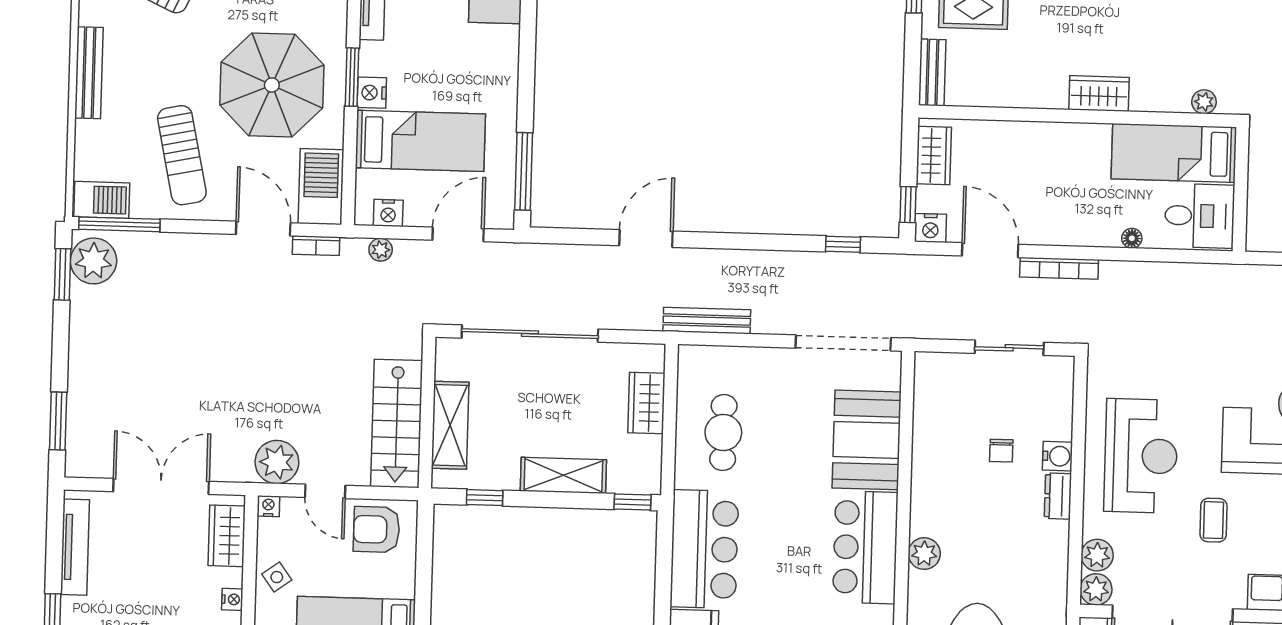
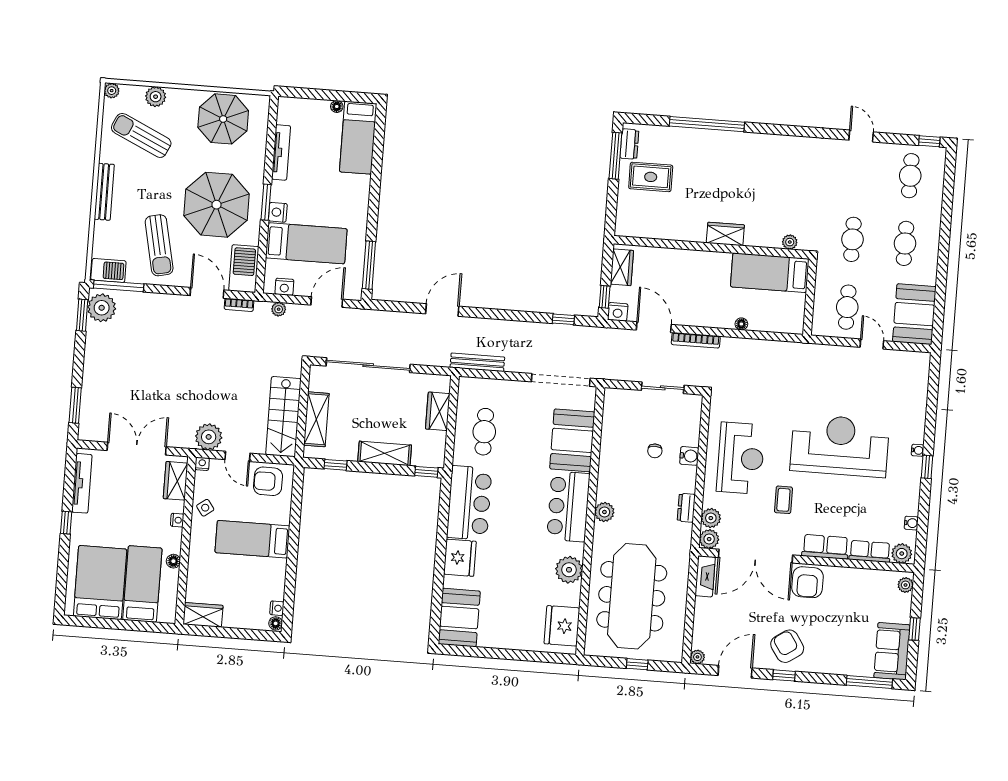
bench: (932, 72) -> (623, 216), removed
desk: (1200, 216) -> (784, 312), removed
dresser: (1058, 496) -> (686, 508), moved

